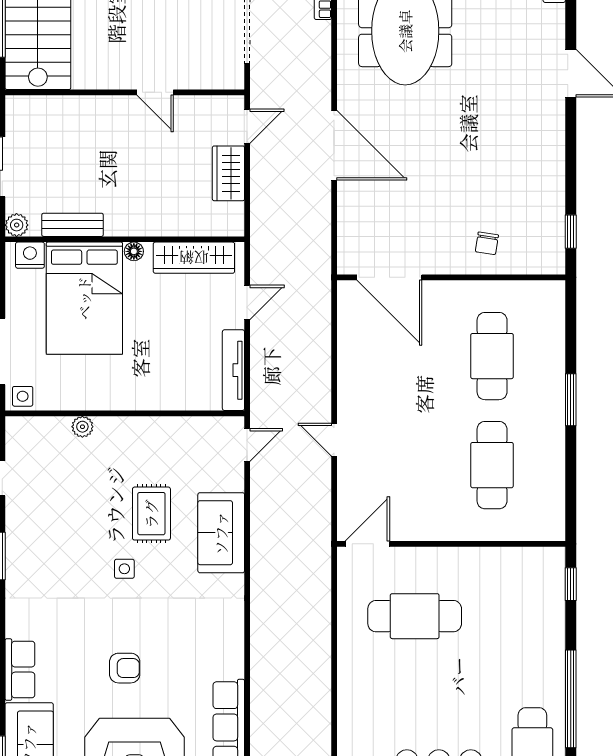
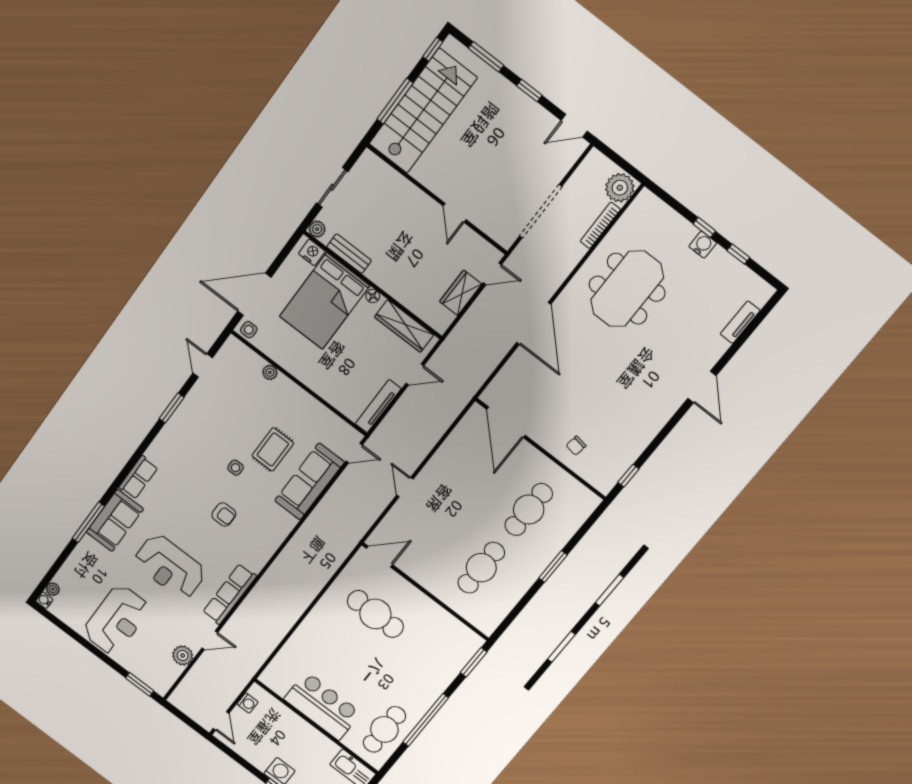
sofa: (221, 533) -> (309, 481), width x1.36
window: (571, 584) -> (474, 662), width x1.50
armchair: (125, 668) -> (224, 514), moved

